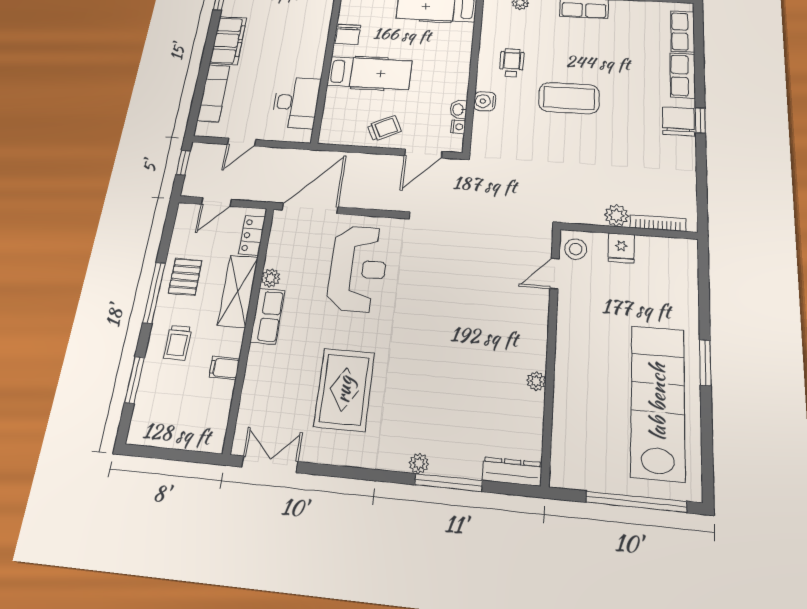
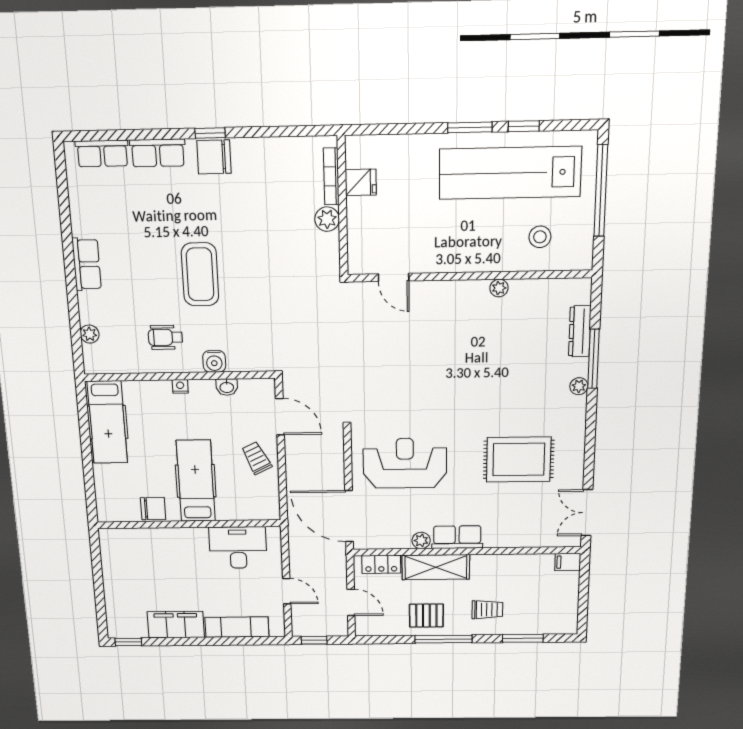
nightstand: (458, 127) -> (180, 386), moved
fridge: (621, 248) -> (361, 182), moved
stool: (576, 249) -> (540, 237), moved
filing cabinet: (224, 368) -> (568, 562), moved, turned 90
window: (706, 420) -> (524, 126), added
dresser: (512, 471) -> (580, 331), moved

